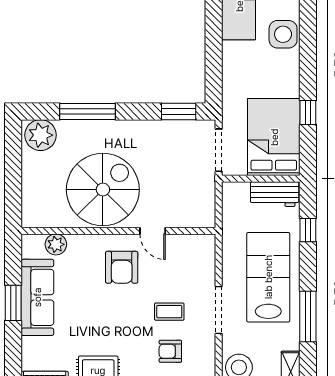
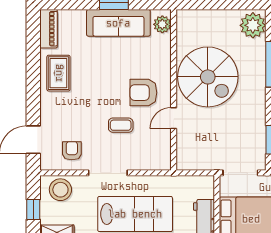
plant: (56, 244) -> (162, 24), moved
coffee table: (169, 312) -> (121, 125), moved, turned 90
armchair: (170, 351) -> (72, 151), moved

